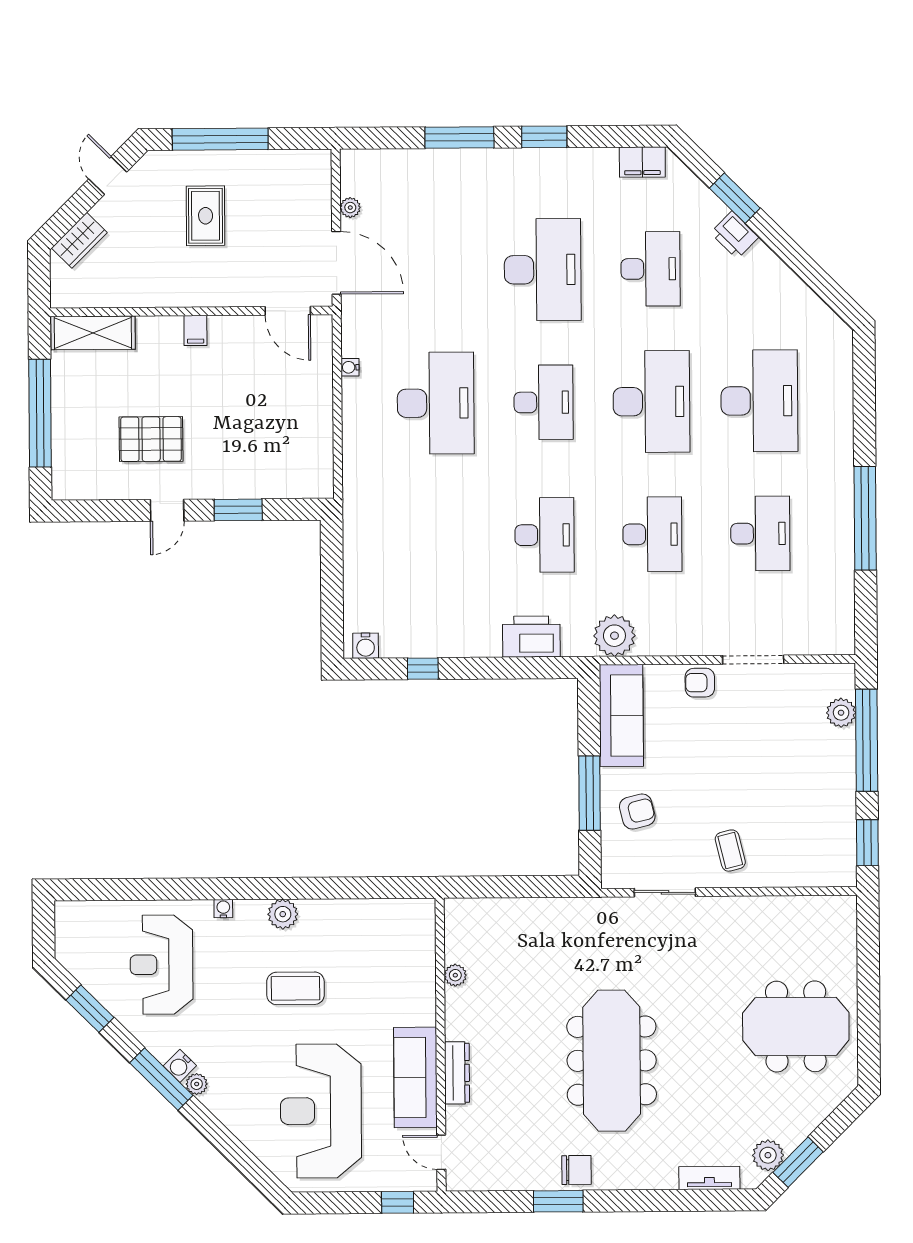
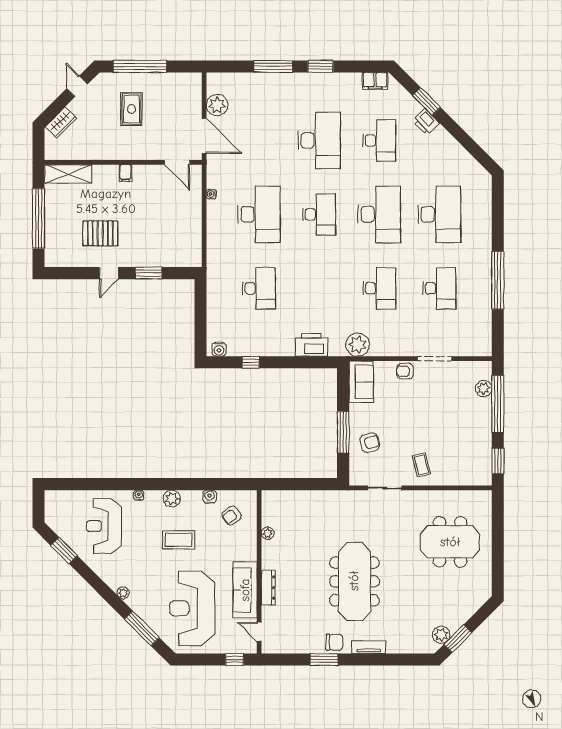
plant: (350, 208) -> (217, 105), width x1.88, depth x1.88
desk: (544, 535) -> (259, 288), moved
sofa: (621, 715) -> (361, 382), width x0.73
armchair: (390, 944) -> (231, 516), added
meeting table: (796, 1026) -> (450, 542), moved
water cooler: (180, 1066) -> (210, 497), moved, turned 135
window: (161, 1079) -> (142, 628), moved
tv unit: (709, 1178) -> (369, 647), moved

